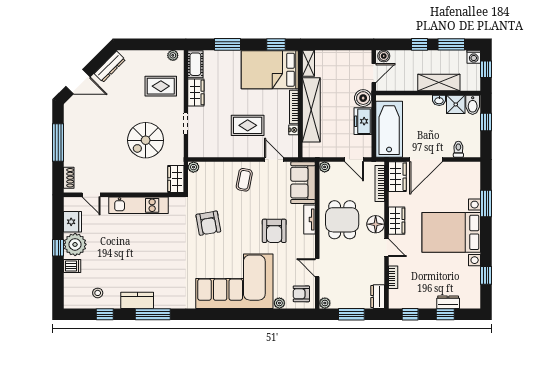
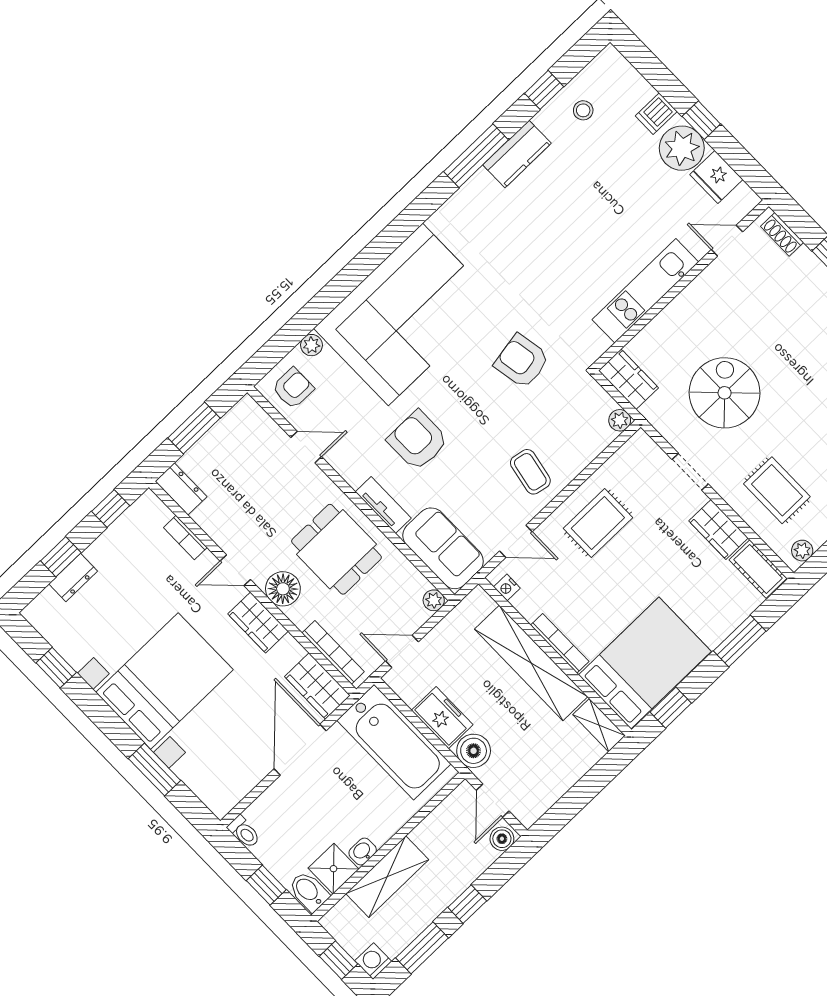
rug: (161, 86) -> (777, 490), turned 90
rug: (248, 125) -> (598, 523), moved
nightstand: (293, 130) -> (507, 587), moved
toilet: (458, 149) -> (244, 832), moved
plant: (325, 303) -> (247, 407), removed

